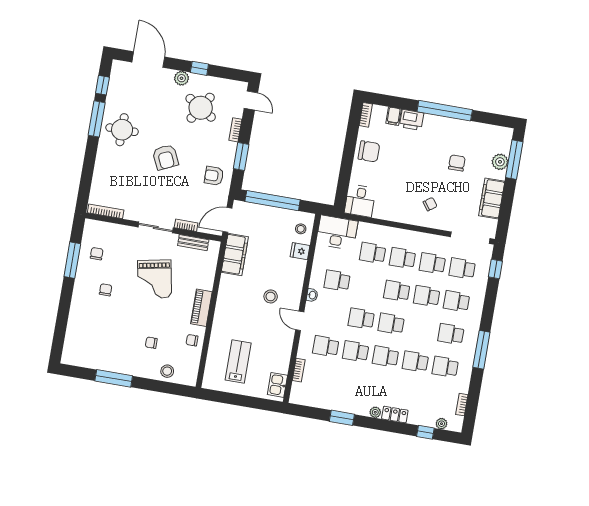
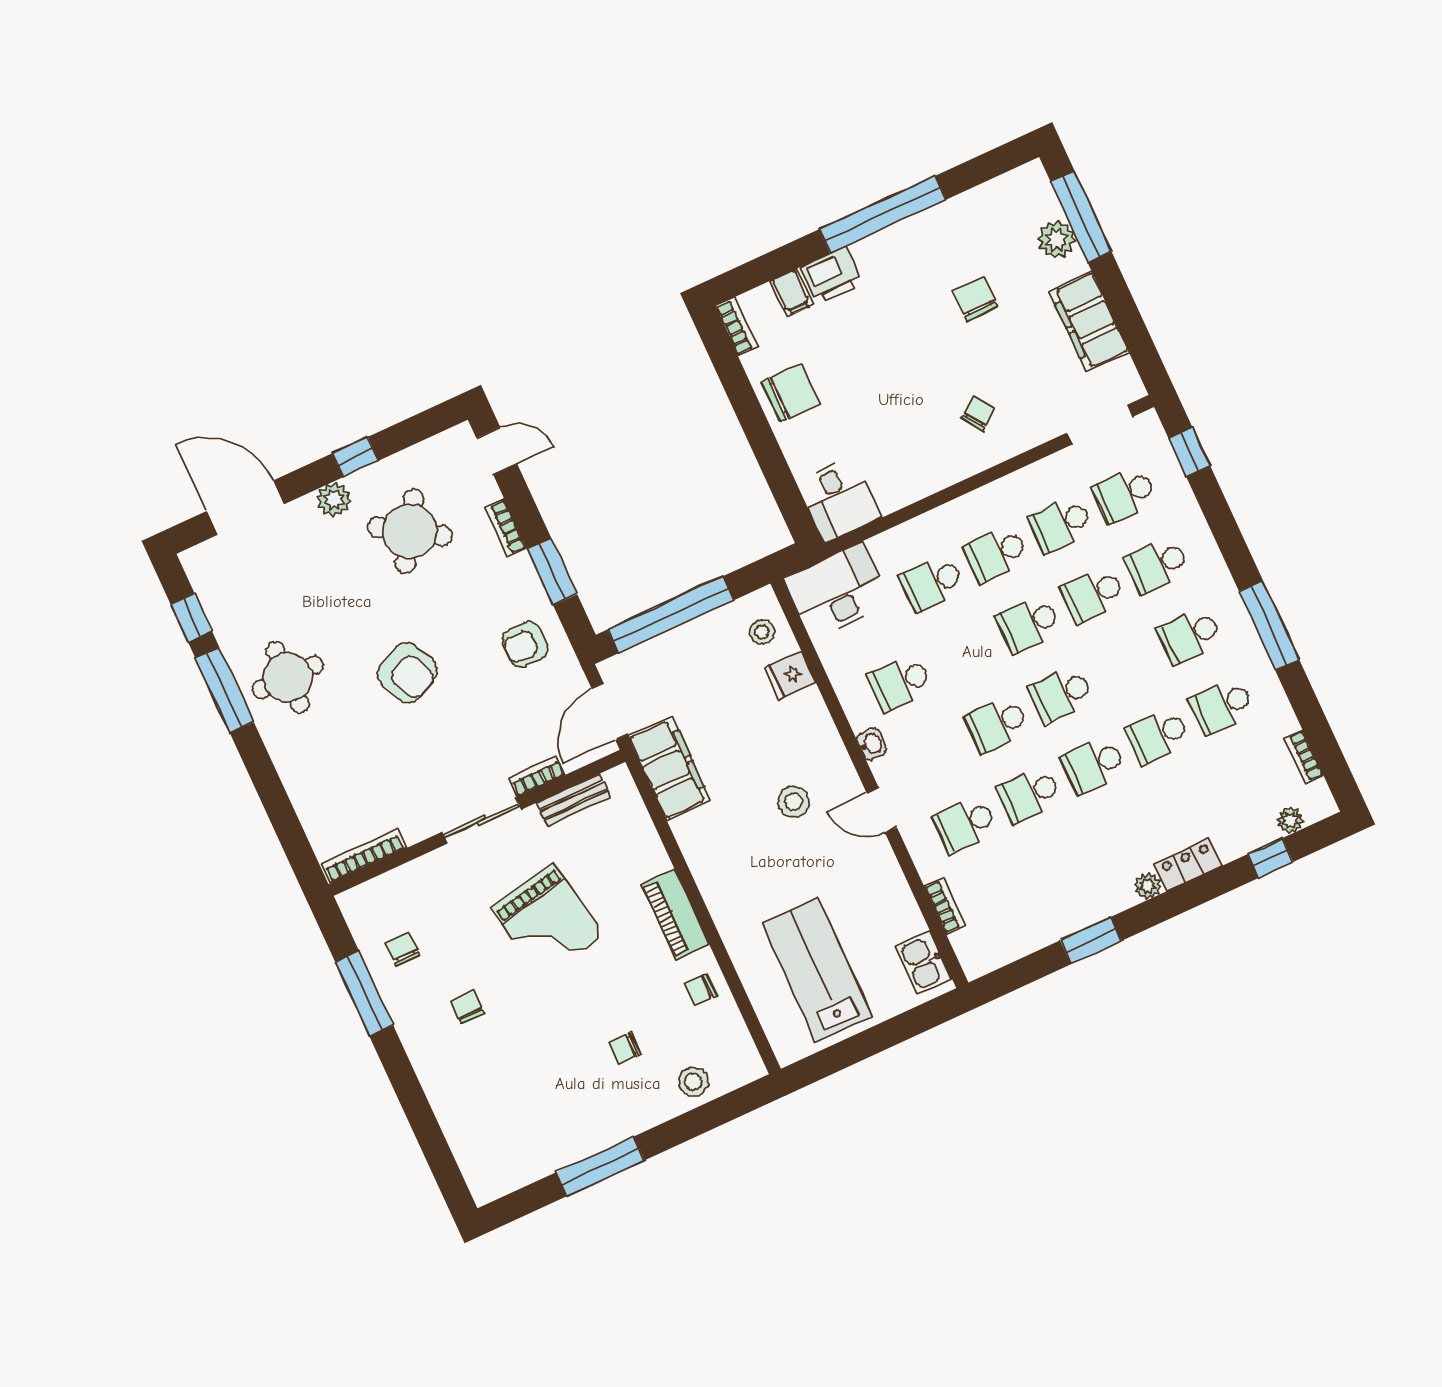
doorway: (470, 238) -> (1100, 425), width x0.73
lab bench: (238, 362) -> (817, 970), width x1.36, depth x1.39

